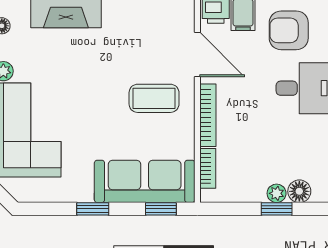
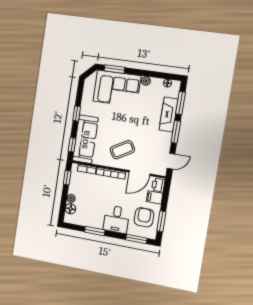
coffee table: (154, 98) -> (122, 150), turned 60
window: (277, 209) -> (67, 178), moved

